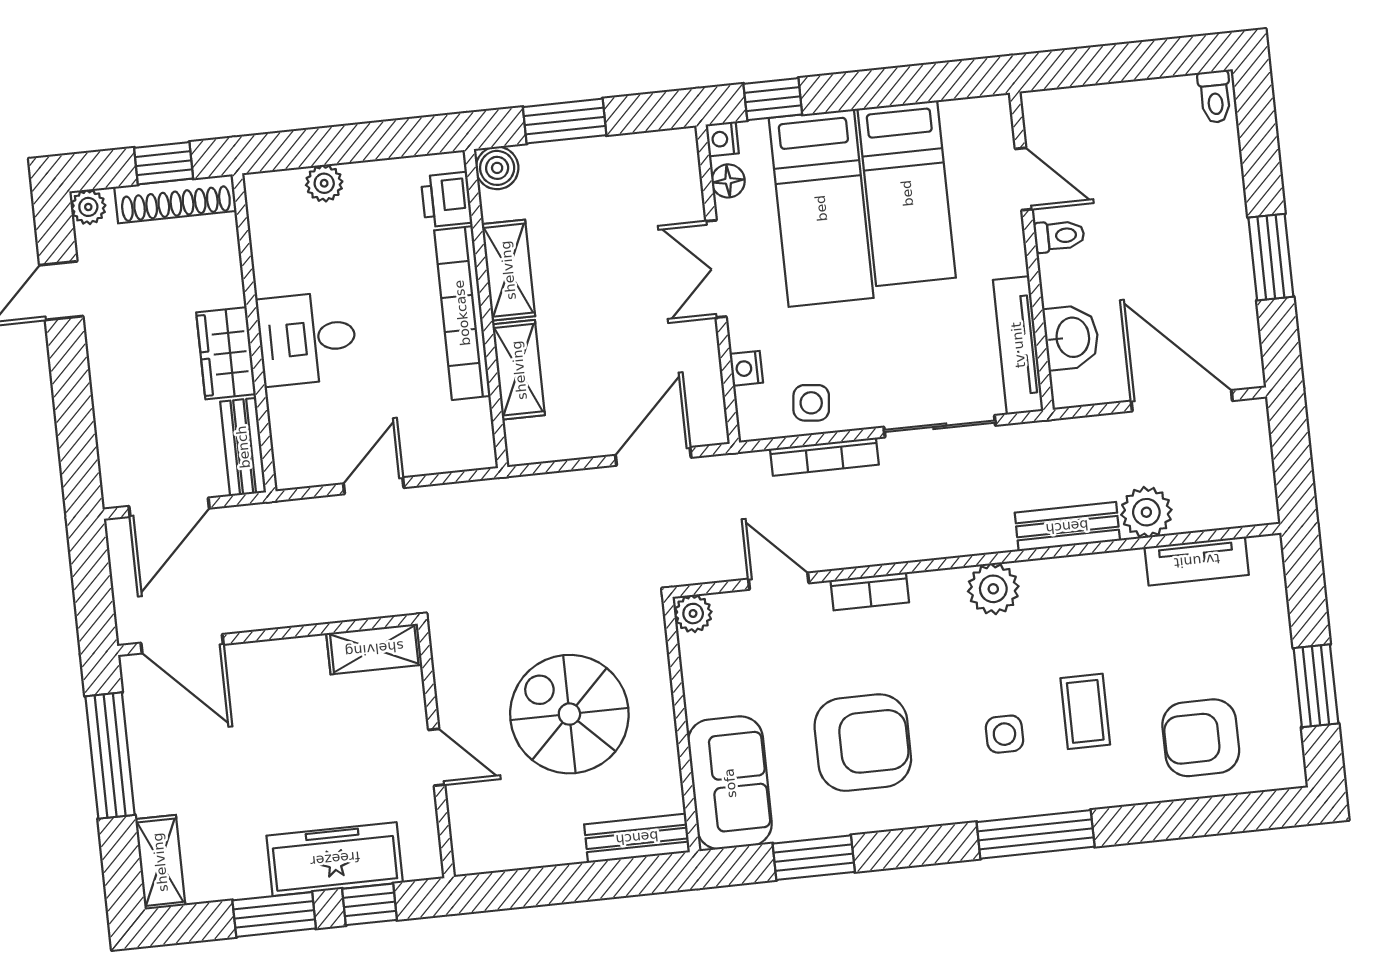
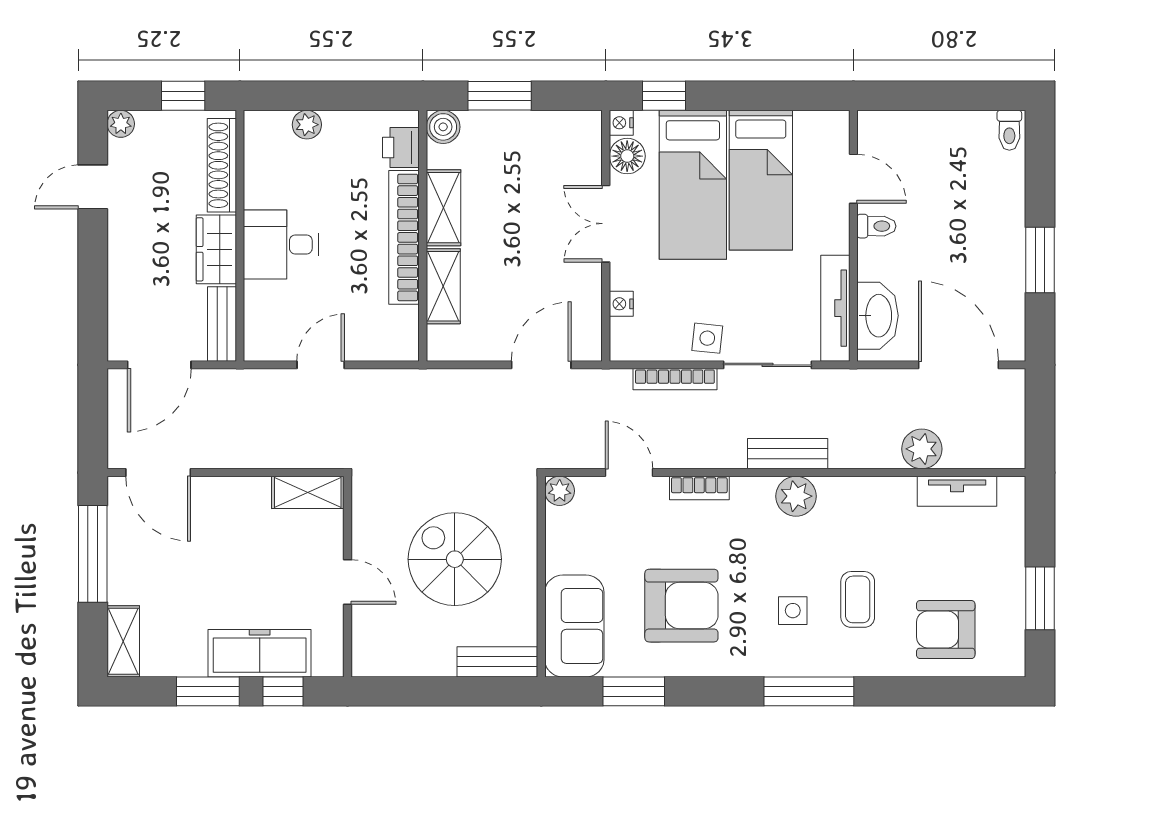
floor lamp: (728, 181) -> (627, 156), width x1.37, depth x1.37
shoe rack: (175, 199) -> (222, 165), moved, turned 90
washbasin: (1071, 337) -> (877, 316), width x1.38
side table: (811, 403) -> (707, 338), moved
bench: (1067, 527) -> (788, 454), moved

